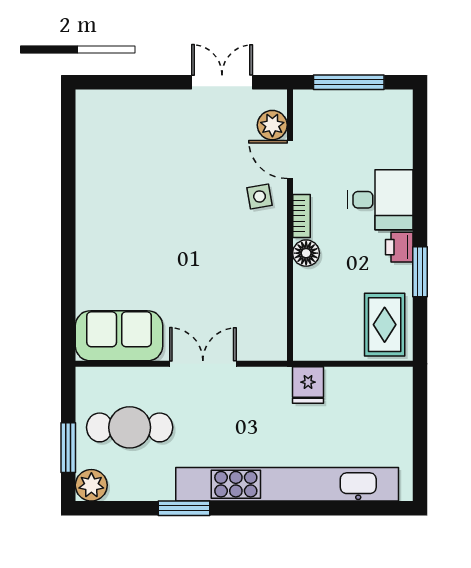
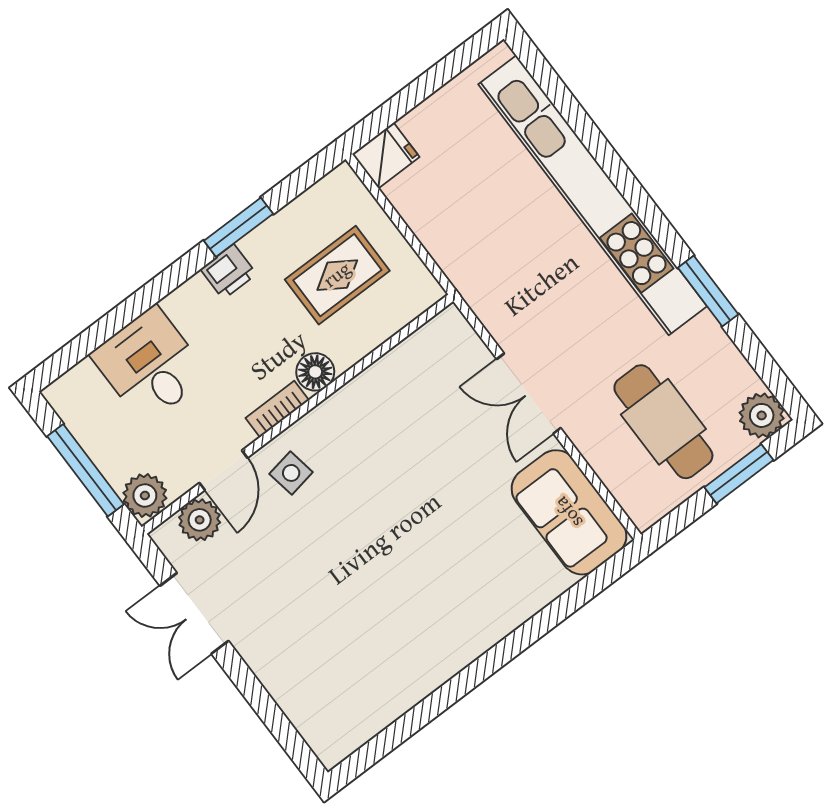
plant: (309, 105) -> (145, 496), added
desk: (380, 200) -> (150, 365), moved
rug: (385, 325) -> (337, 275), moved
fridge: (308, 385) -> (386, 155), moved

